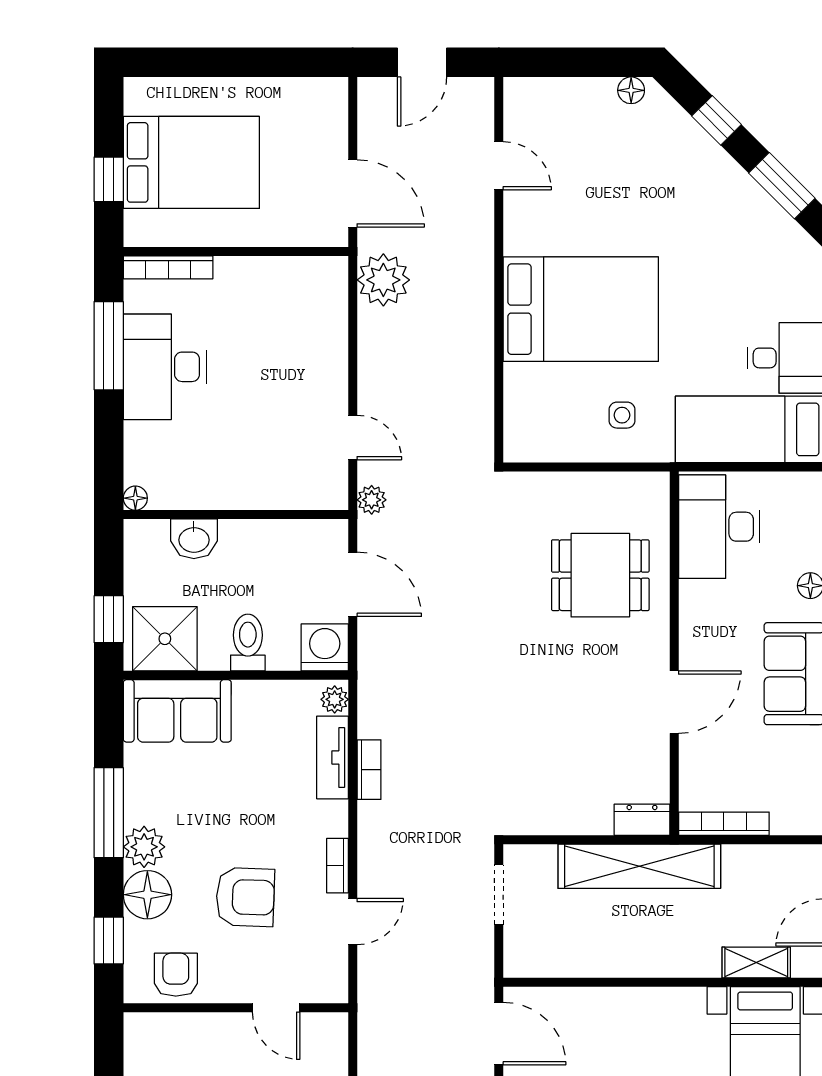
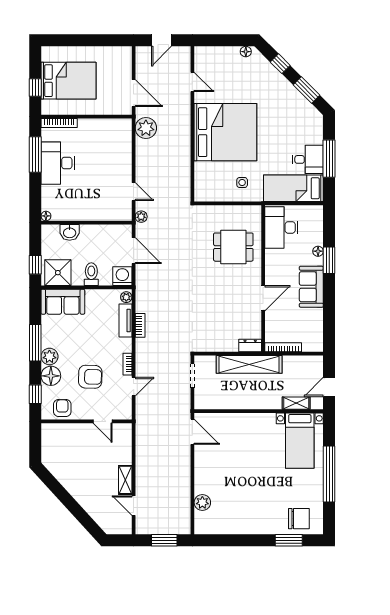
bed: (581, 309) -> (225, 132), width x1.36

